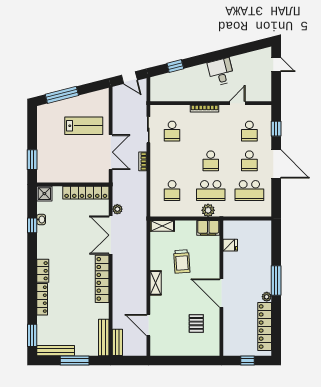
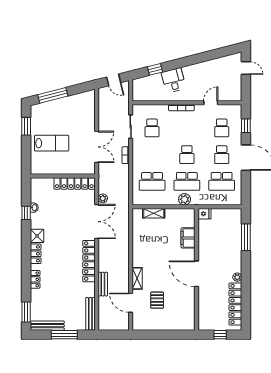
desk: (221, 72) -> (174, 80), moved
lab bench: (84, 126) -> (52, 143), moved
window: (32, 160) -> (26, 126), moved
school desk: (172, 190) -> (152, 181), width x1.85
shower: (44, 194) -> (37, 236), moved
shelving: (162, 226) -> (154, 213), moved
filing cabinet: (208, 228) -> (188, 238), moved, turned 90
double door: (111, 235) -> (97, 222), swing flipped
fridge: (230, 245) -> (204, 214), moved
trolley: (182, 261) -> (161, 245), removed
window: (276, 281) -> (246, 237), moved
shelving: (156, 283) -> (137, 278), moved
locker: (42, 299) -> (35, 279), width x0.66
pallet: (196, 323) -> (157, 300), moved
bench: (117, 342) -> (103, 284), moved

